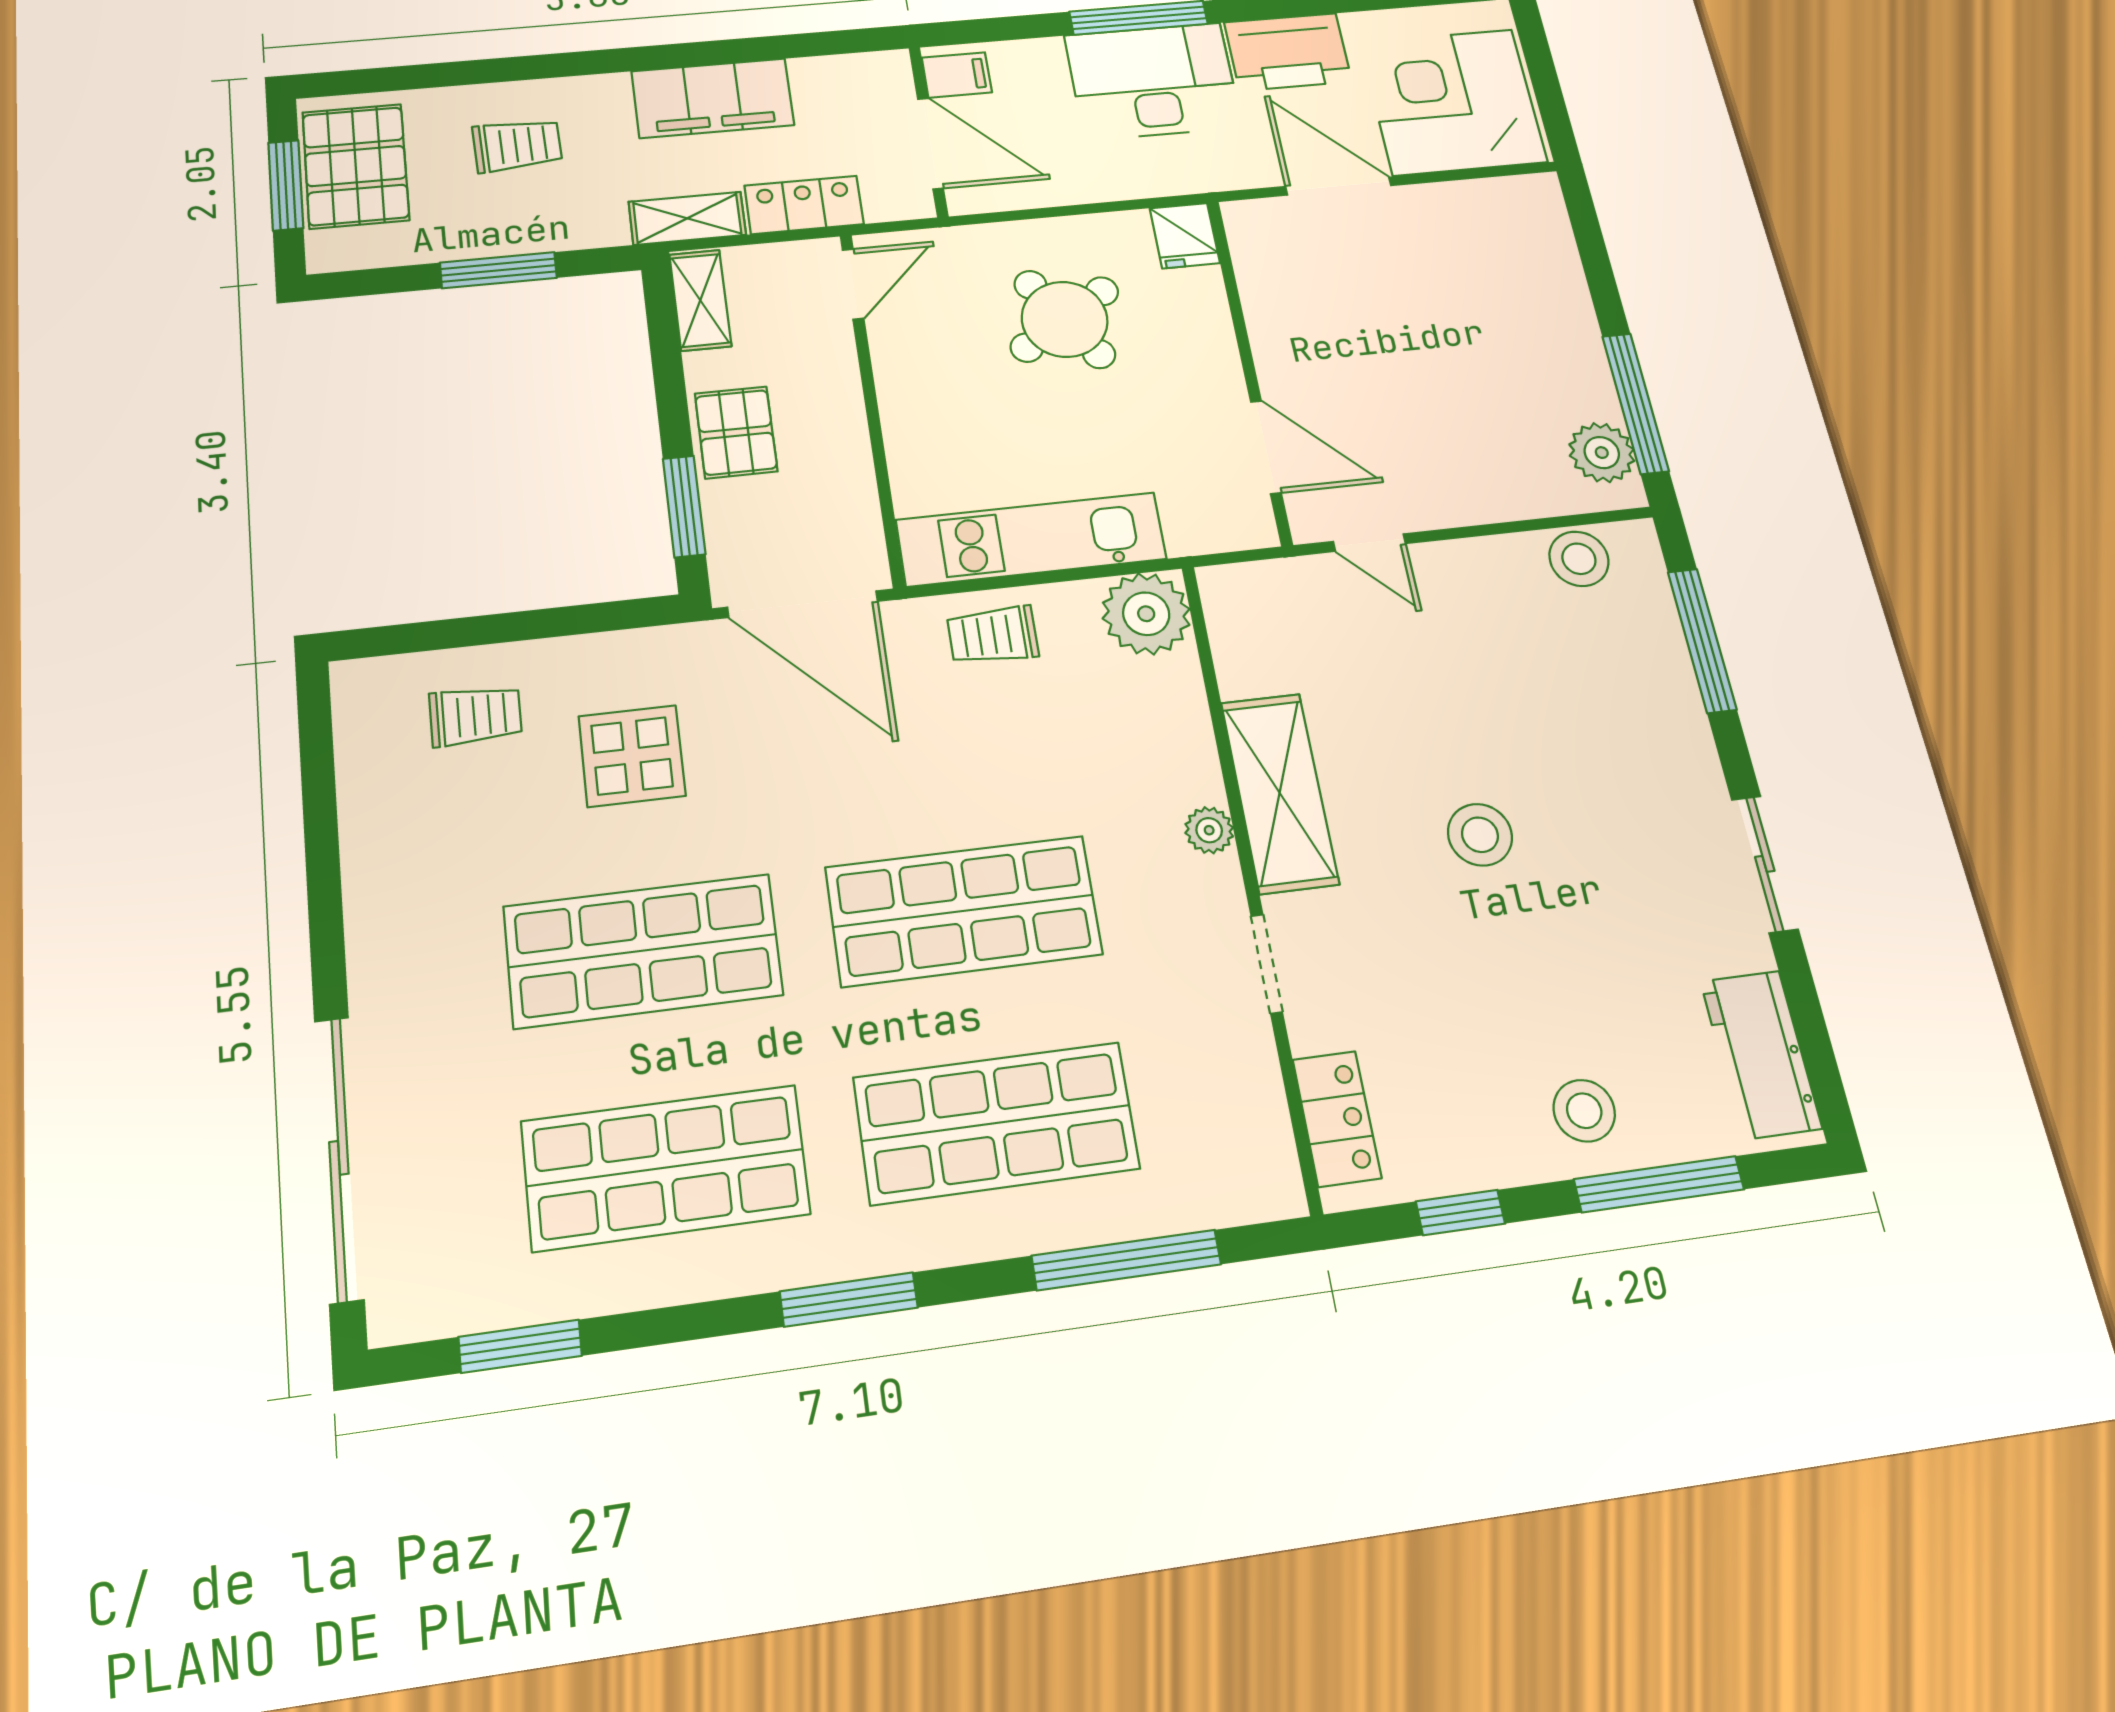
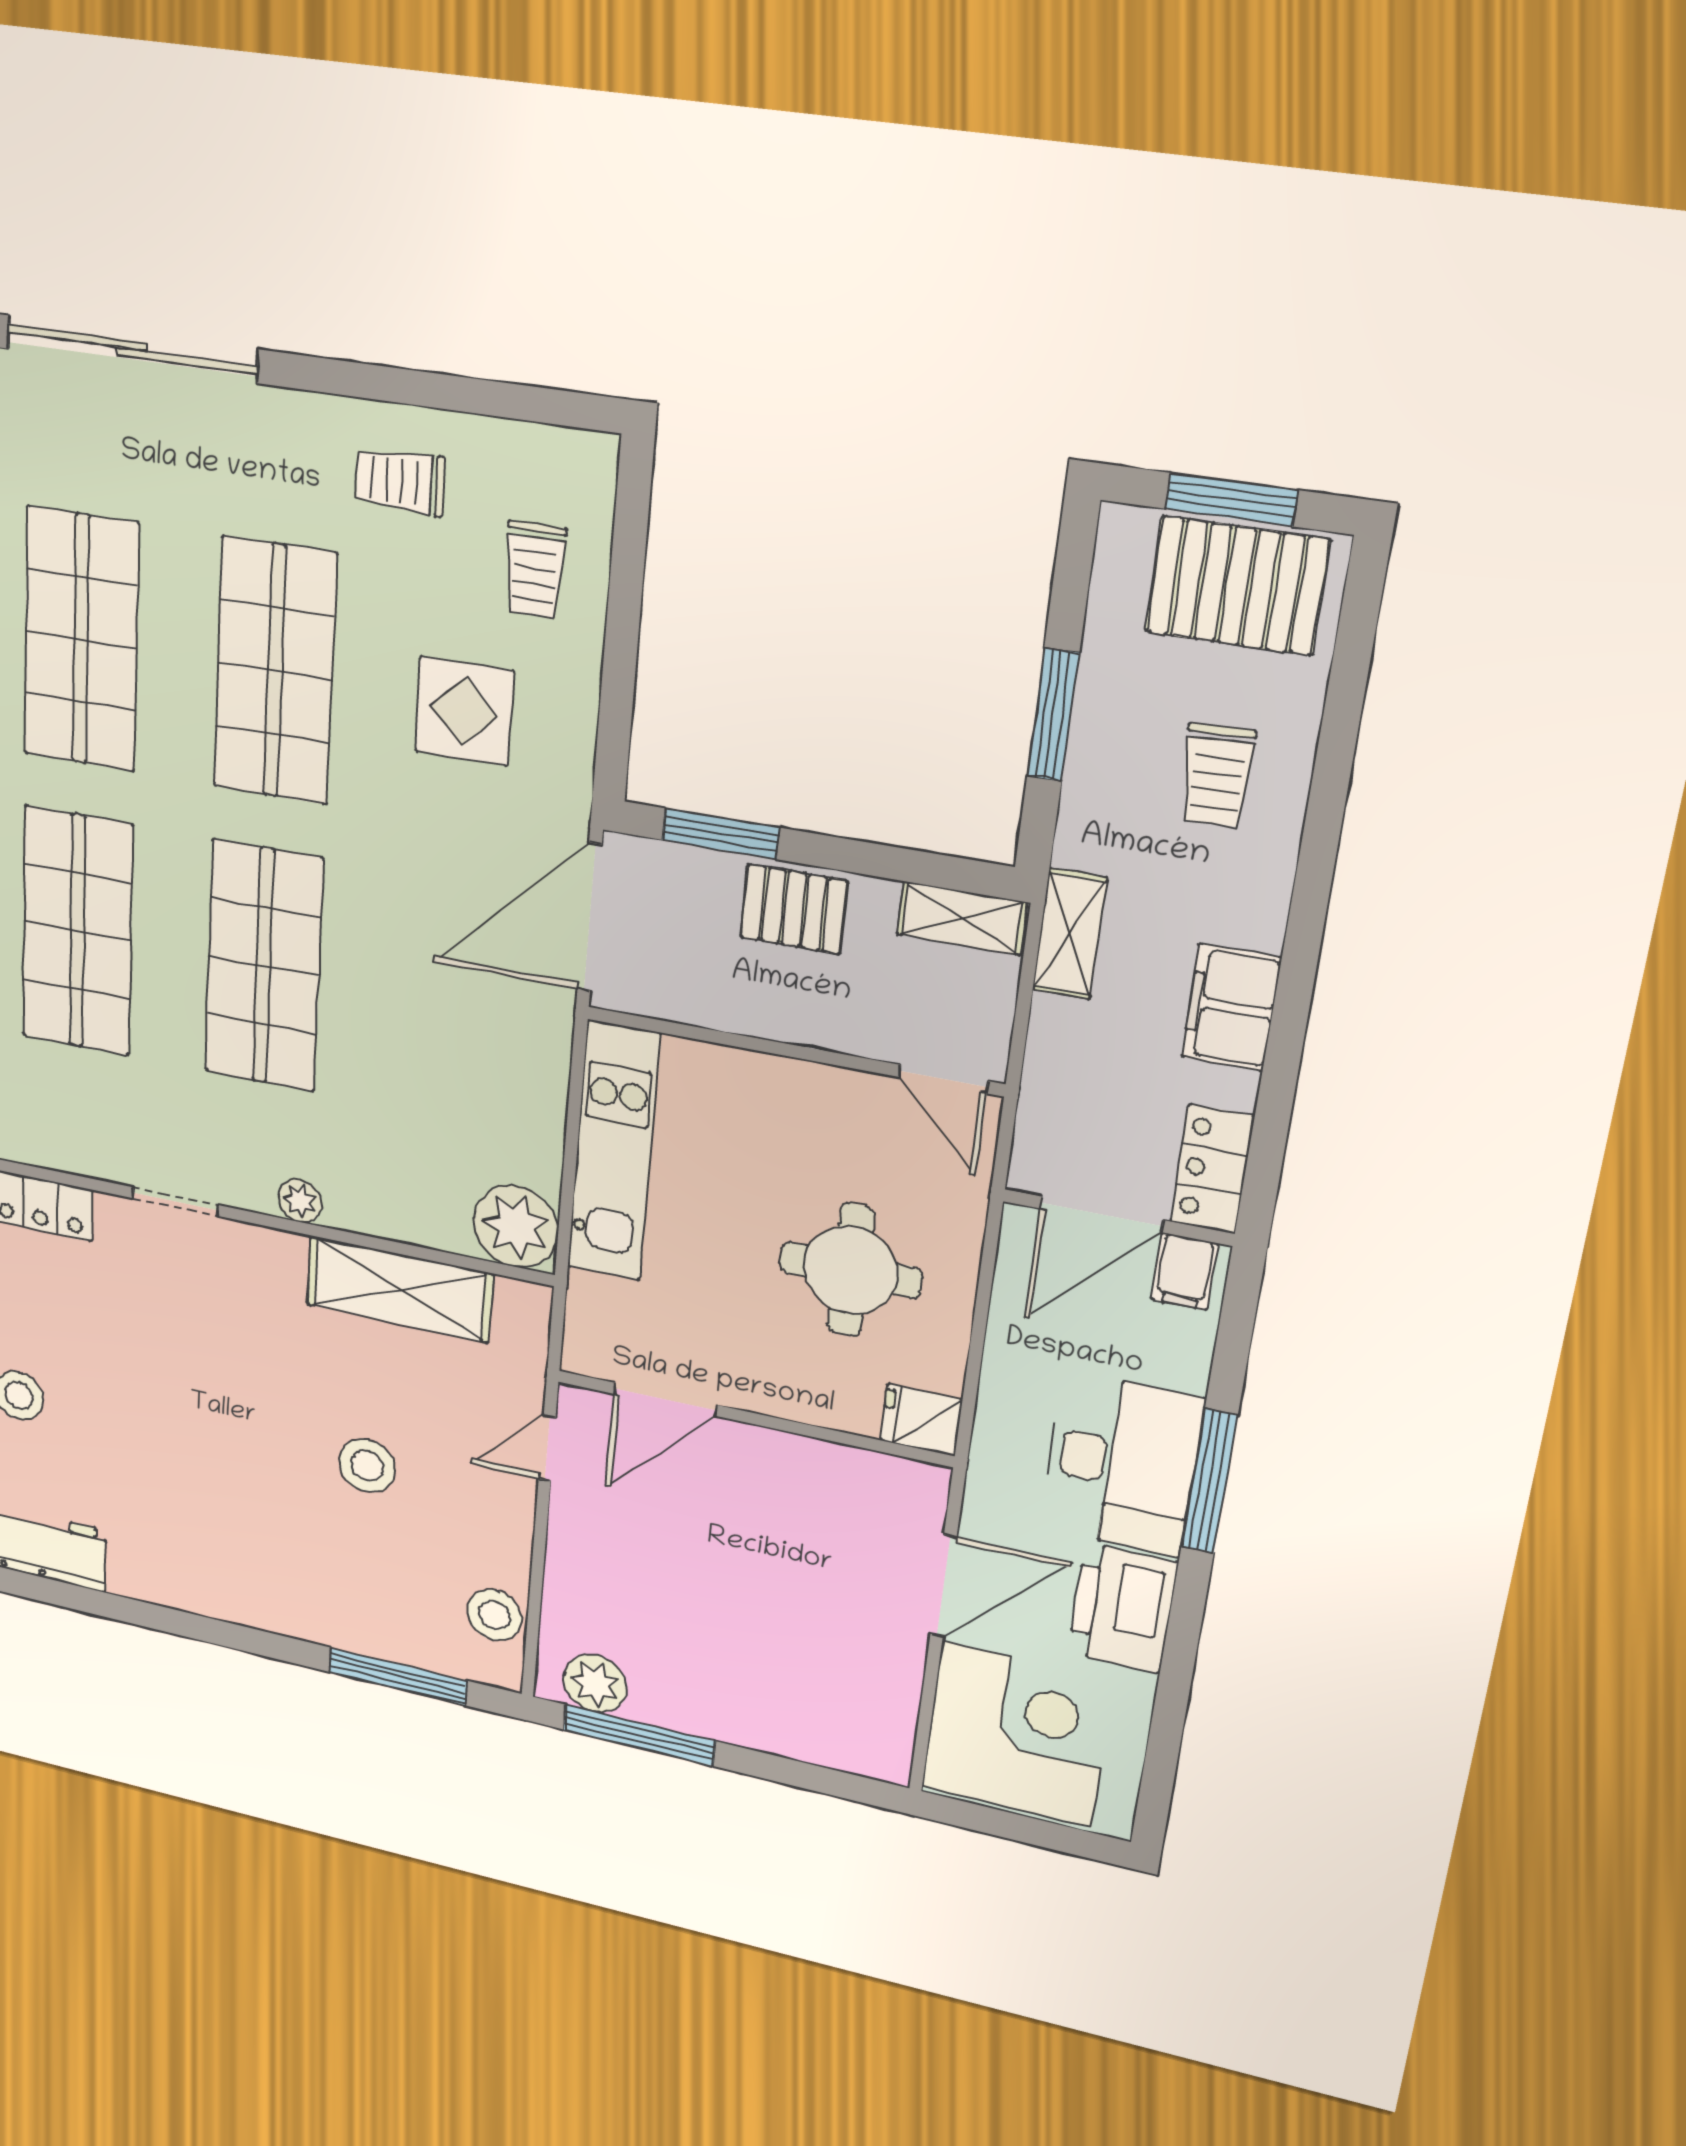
filing cabinet: (713, 98) -> (1231, 1008), width x0.67, depth x0.86
locker: (804, 205) -> (1212, 1169), moved, turned 180
round table: (1065, 319) -> (851, 1270), turned 33
trolley: (993, 635) -> (400, 481), moved, turned -90
shelving: (1280, 793) -> (399, 1289), moved
stool: (1480, 835) -> (367, 1465), moved
sliding door: (1765, 864) -> (194, 1626), removed

